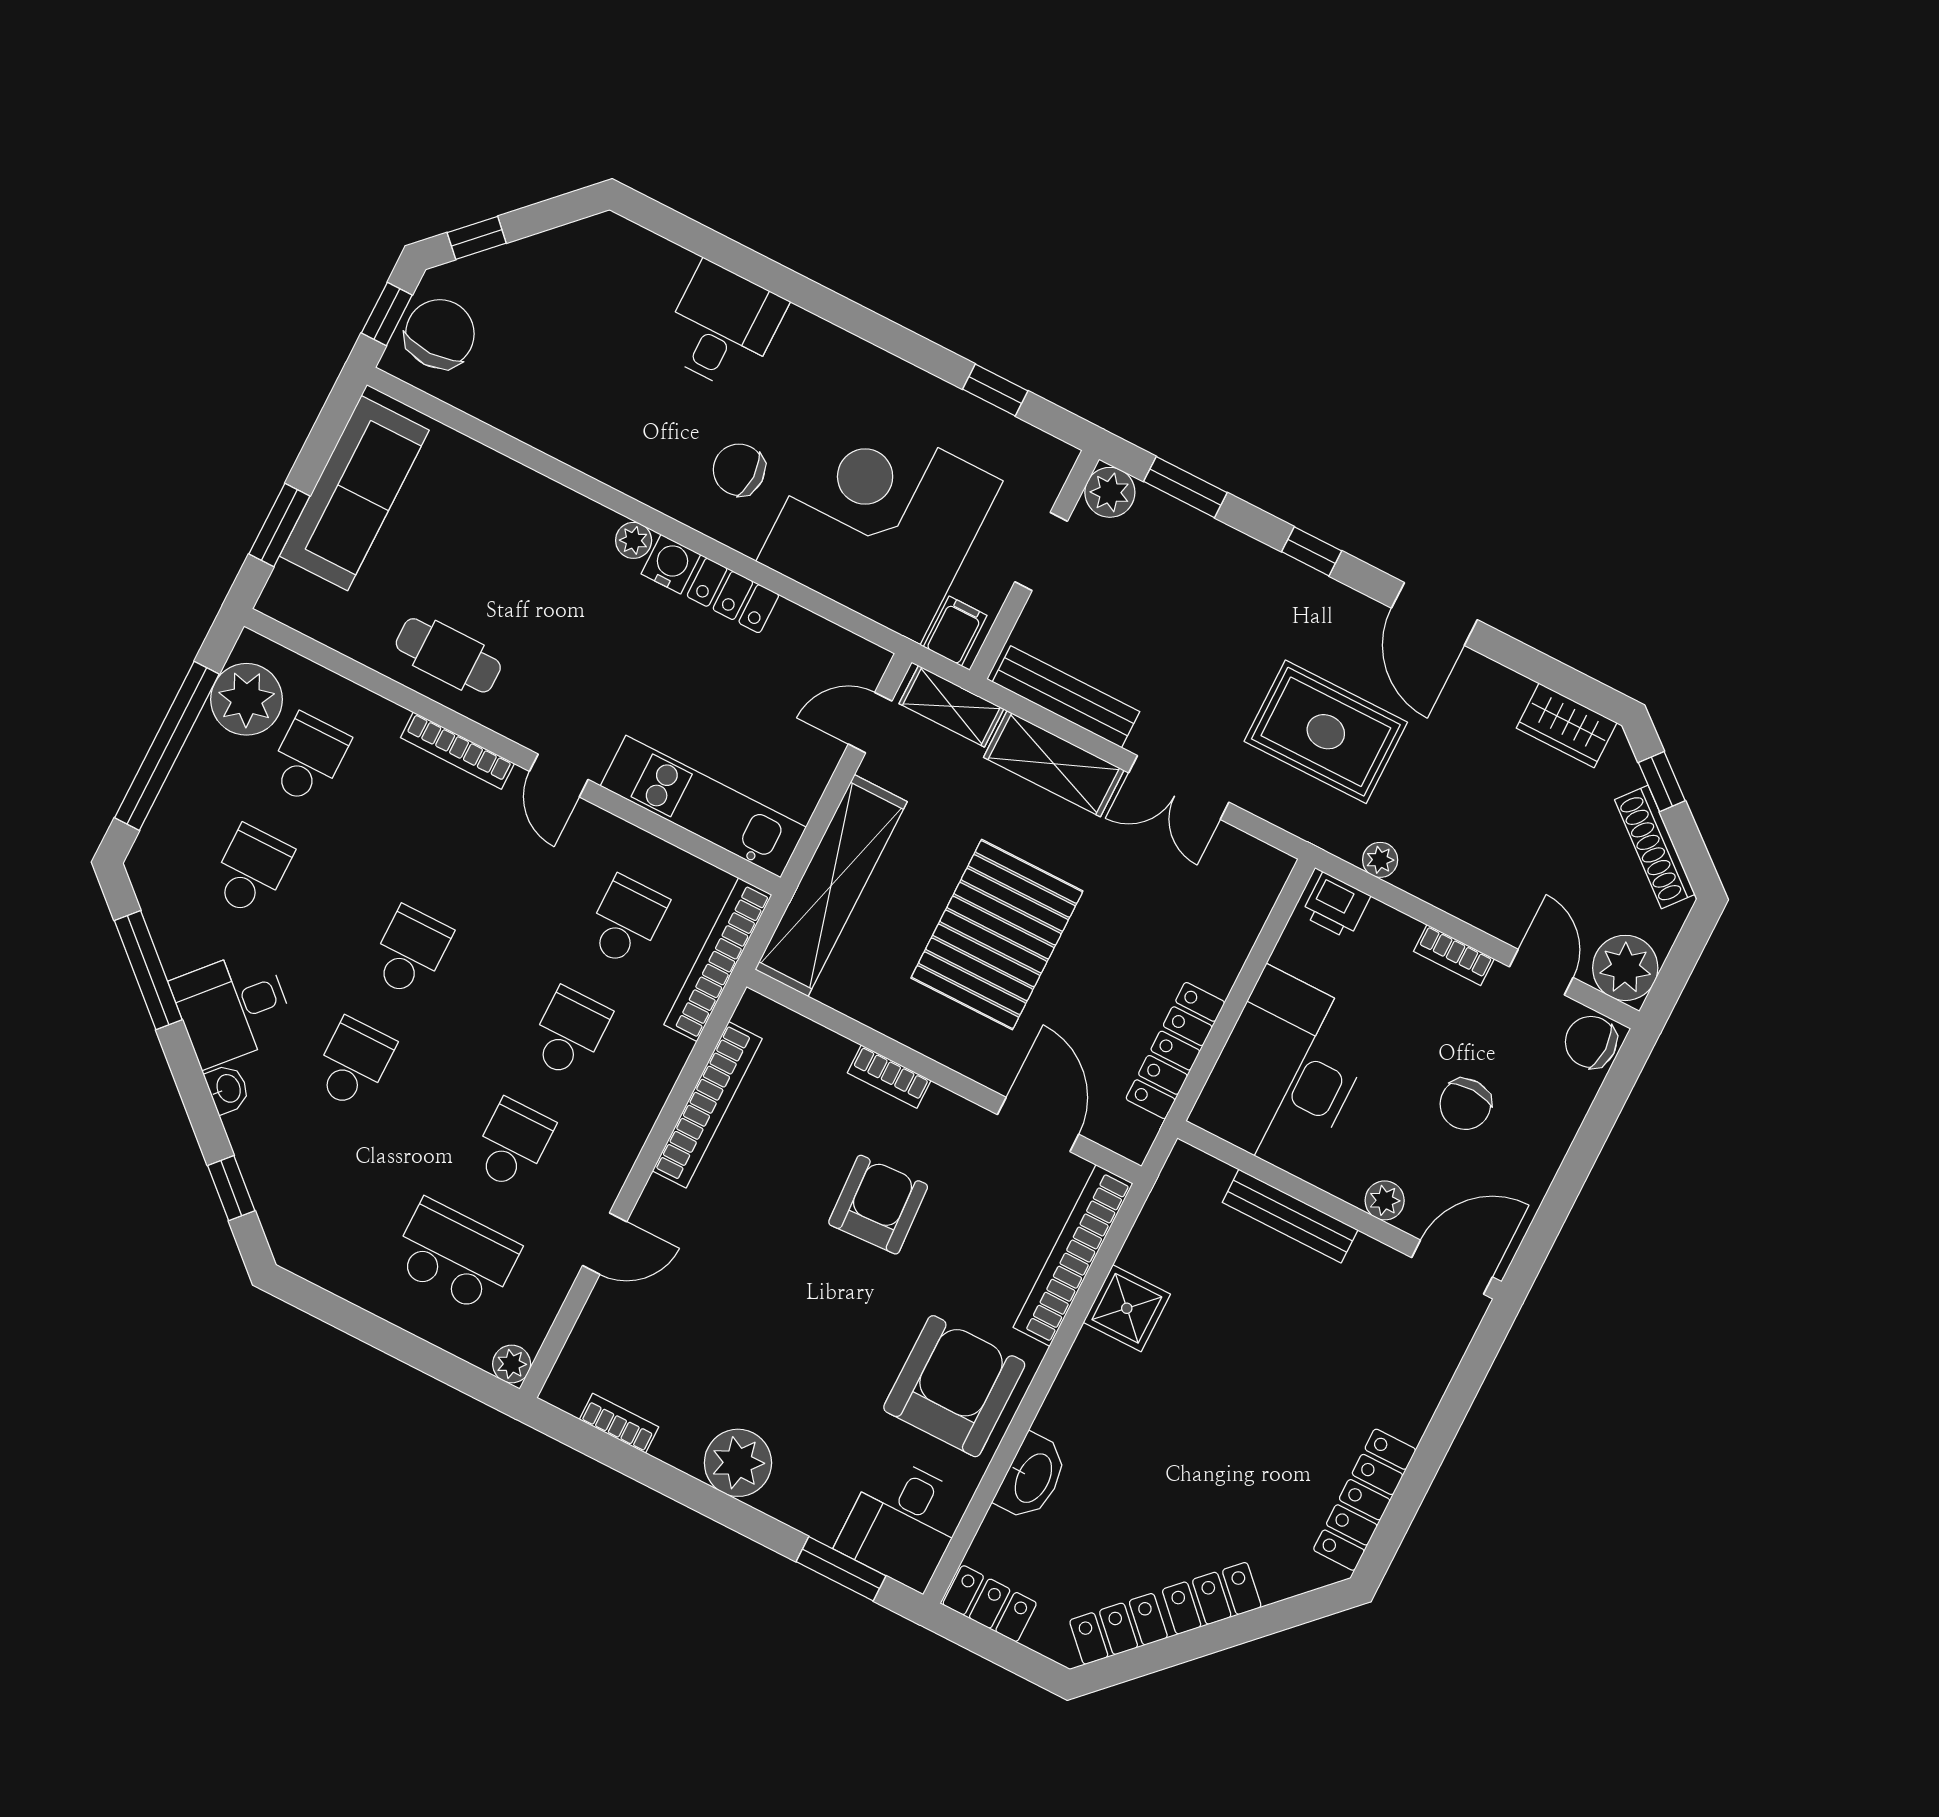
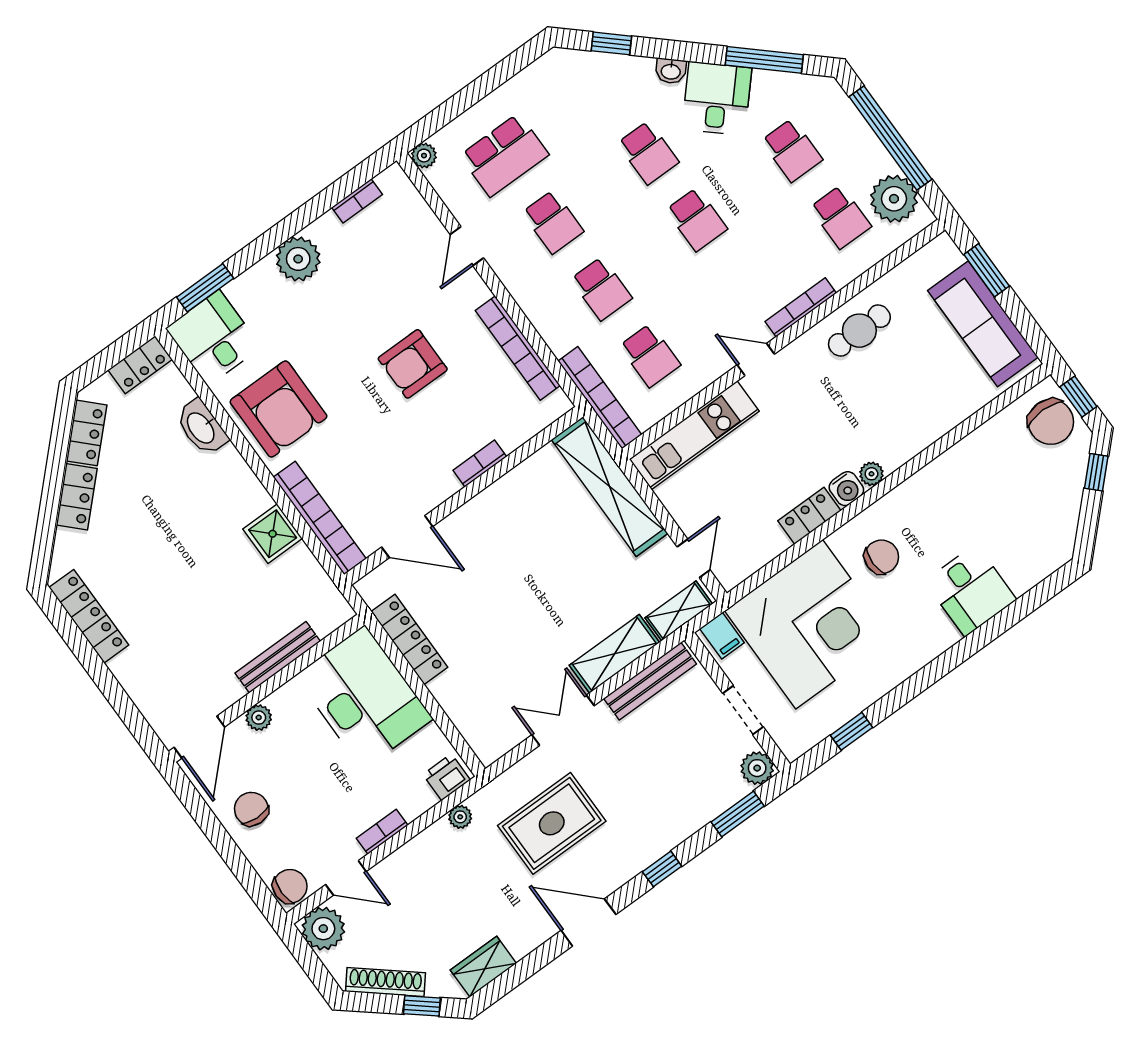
pallet: (997, 935) -> (531, 569), removed
chair: (1465, 1104) -> (251, 809), moved
armchair: (878, 1205) -> (413, 364), moved, turned 93

